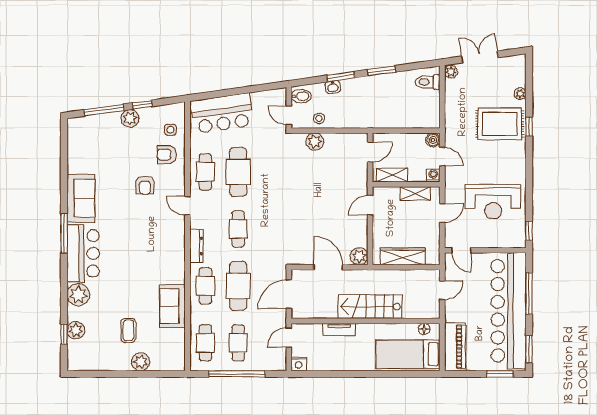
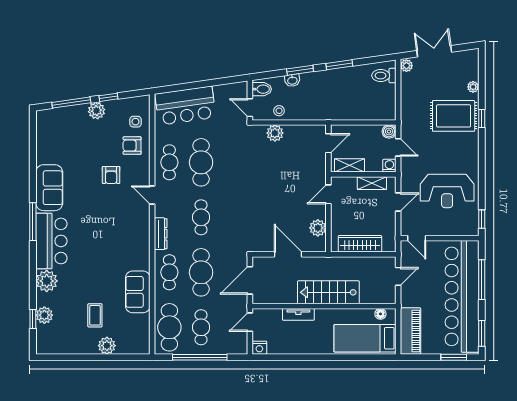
plant: (359, 256) -> (318, 228), moved
cafe table: (205, 343) -> (169, 327), width x1.37, depth x1.35

